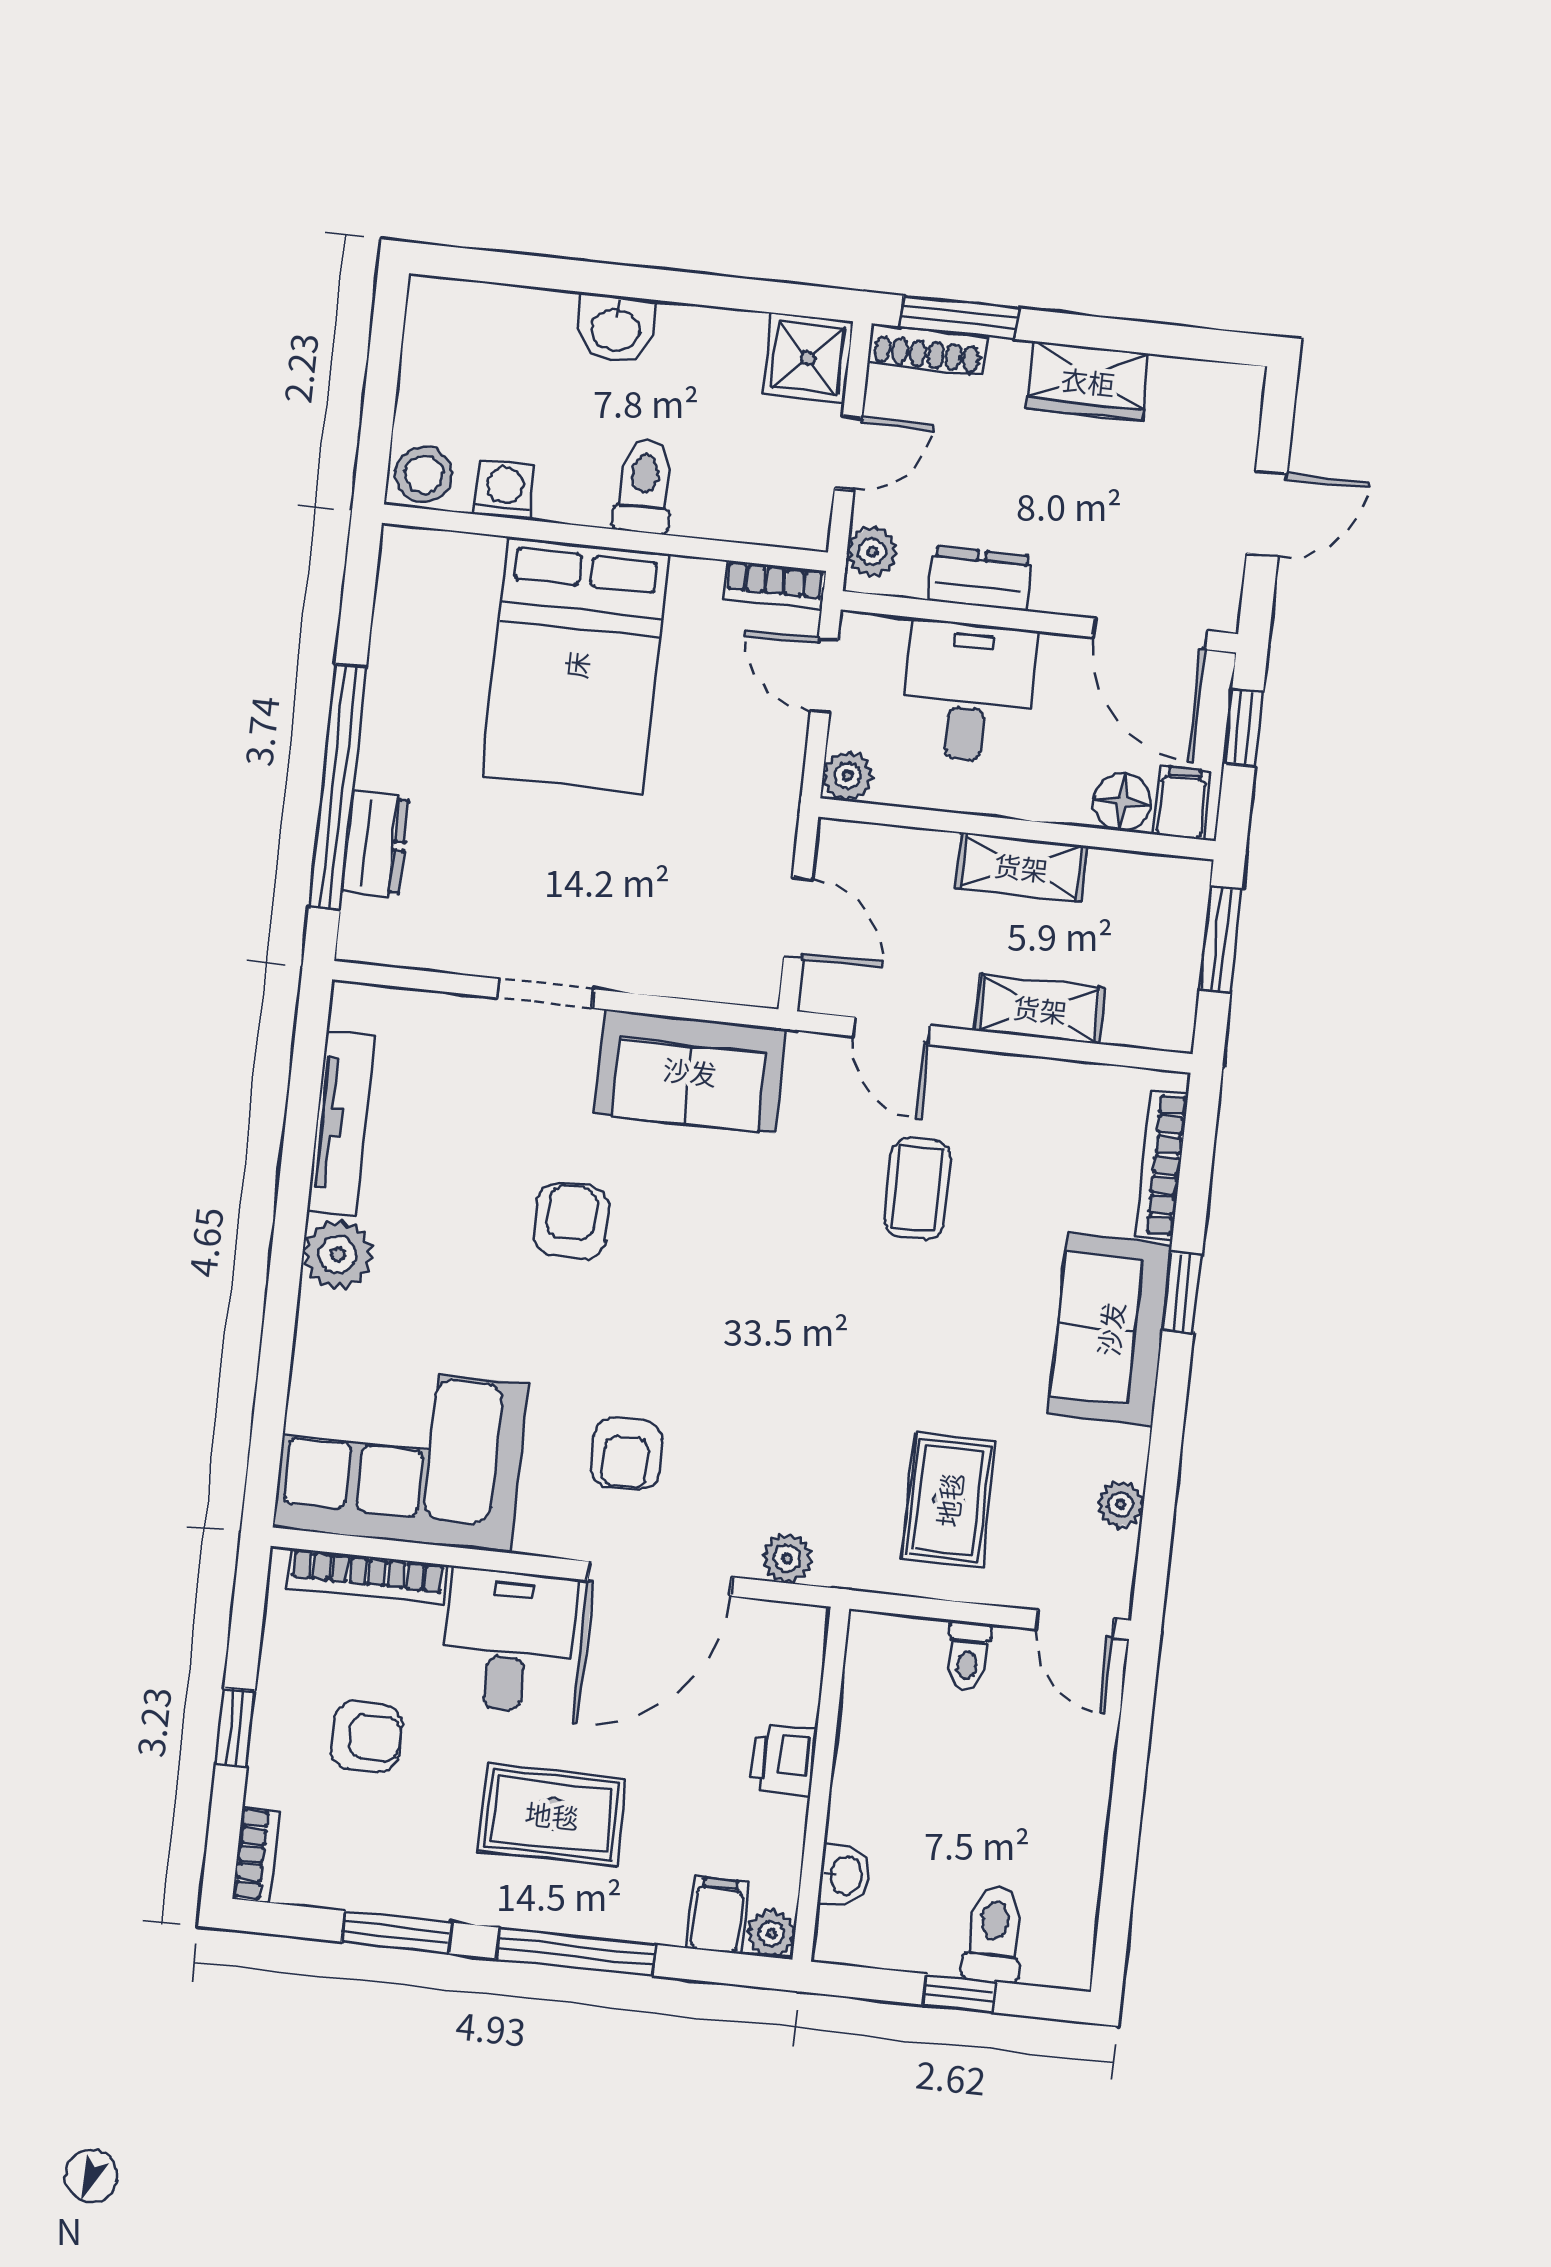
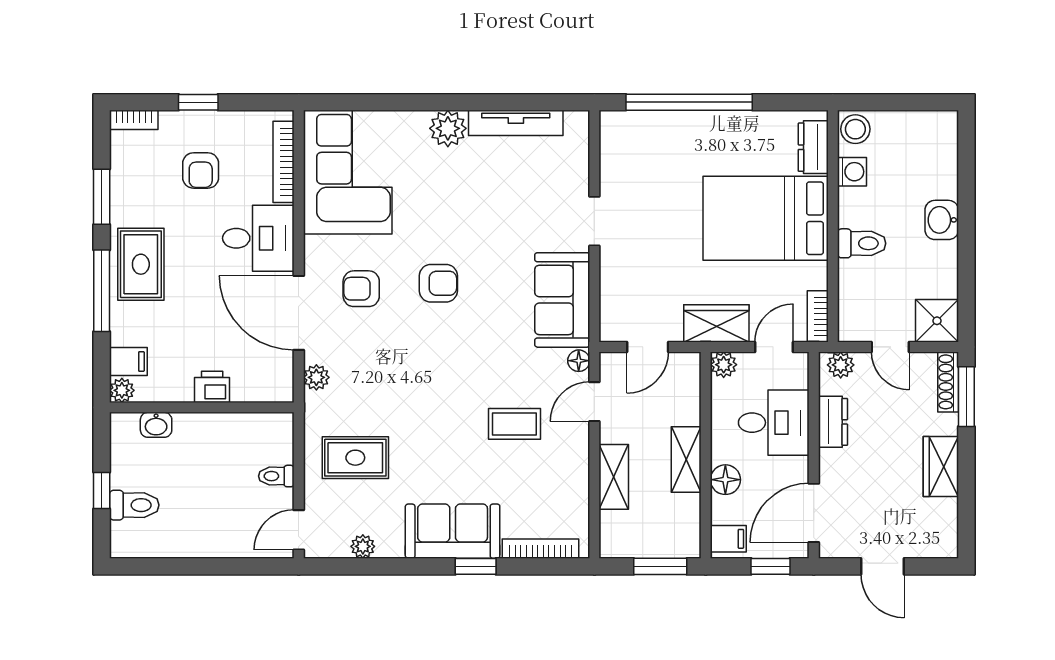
wardrobe: (767, 781) -> (716, 323), added
floor lamp: (1122, 802) -> (725, 480), moved
dresser: (376, 844) -> (813, 147), moved, turned 90
floor lamp: (810, 1052) -> (579, 361), added
armchair: (571, 1221) -> (438, 283), moved
rug: (552, 1815) -> (141, 264), moved

